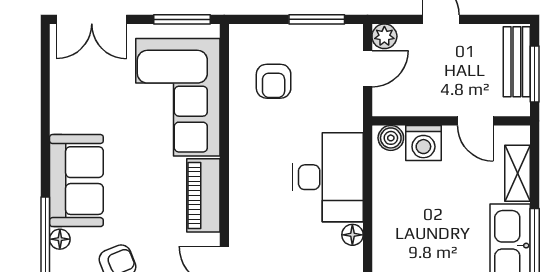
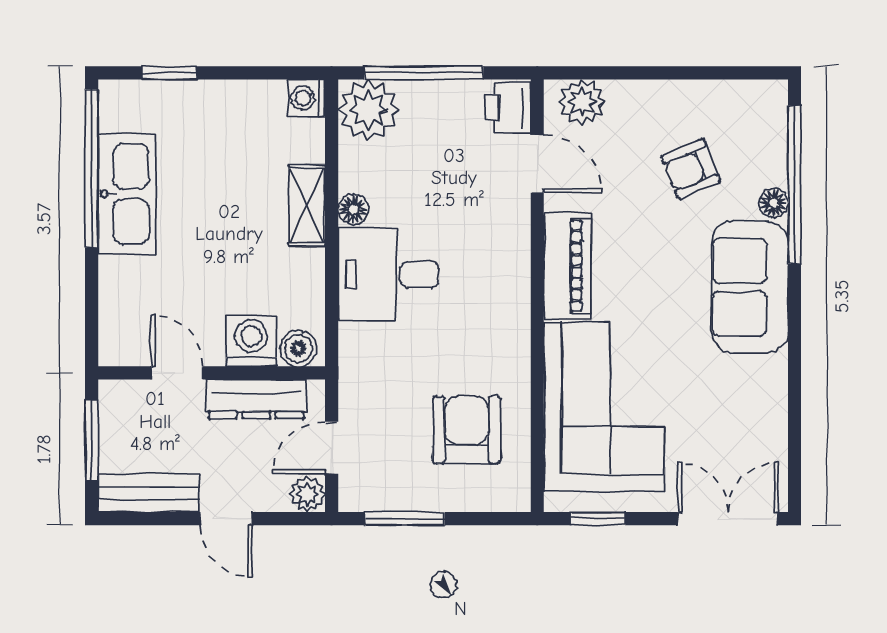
window: (182, 19) -> (598, 519), width x0.67
bench: (517, 62) -> (148, 493), moved, turned 90
armchair: (274, 81) -> (467, 430), width x1.38, depth x1.38
dresser: (420, 103) -> (256, 399), added
shelving: (518, 173) -> (307, 205), moved
desk: (328, 177) -> (388, 275), width x0.73

